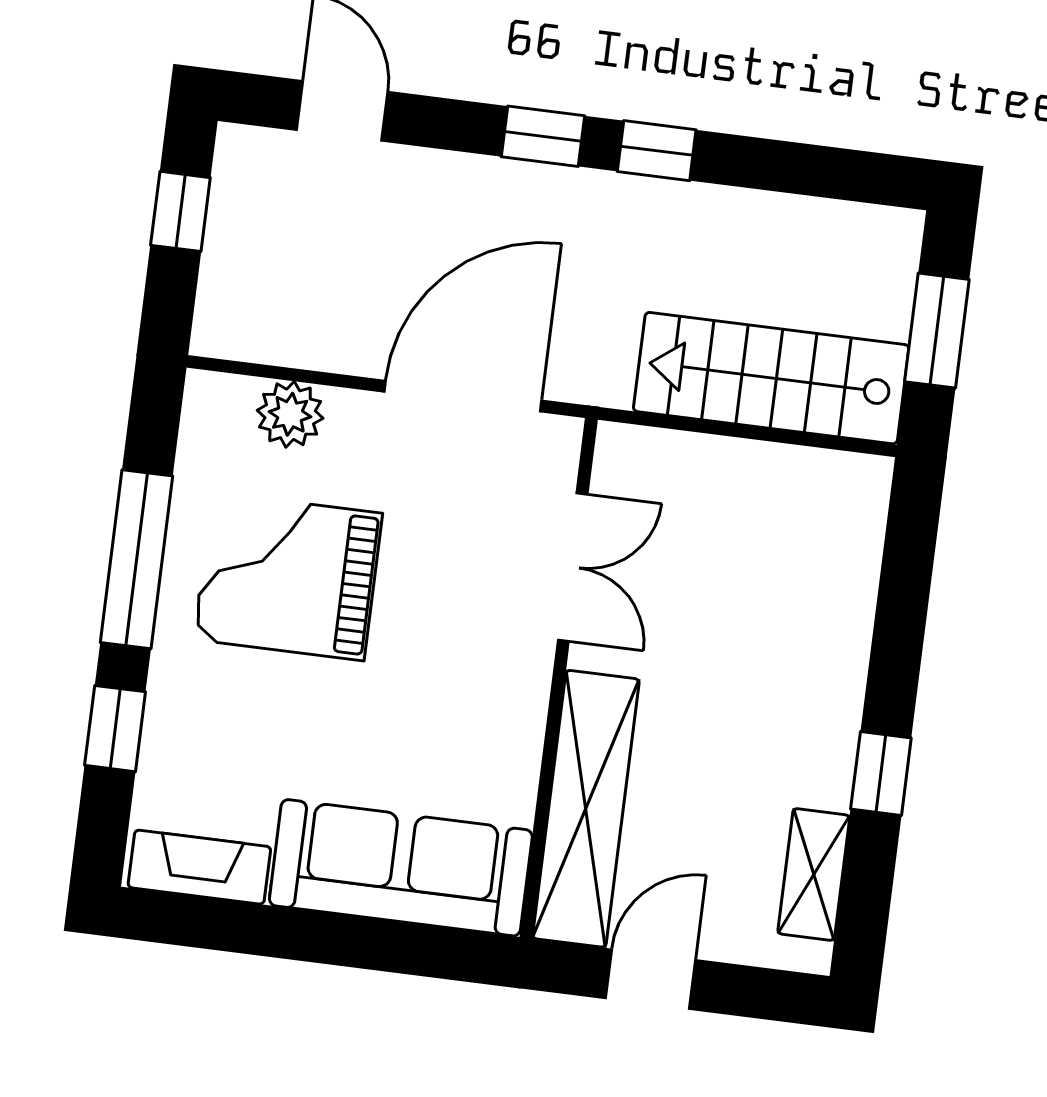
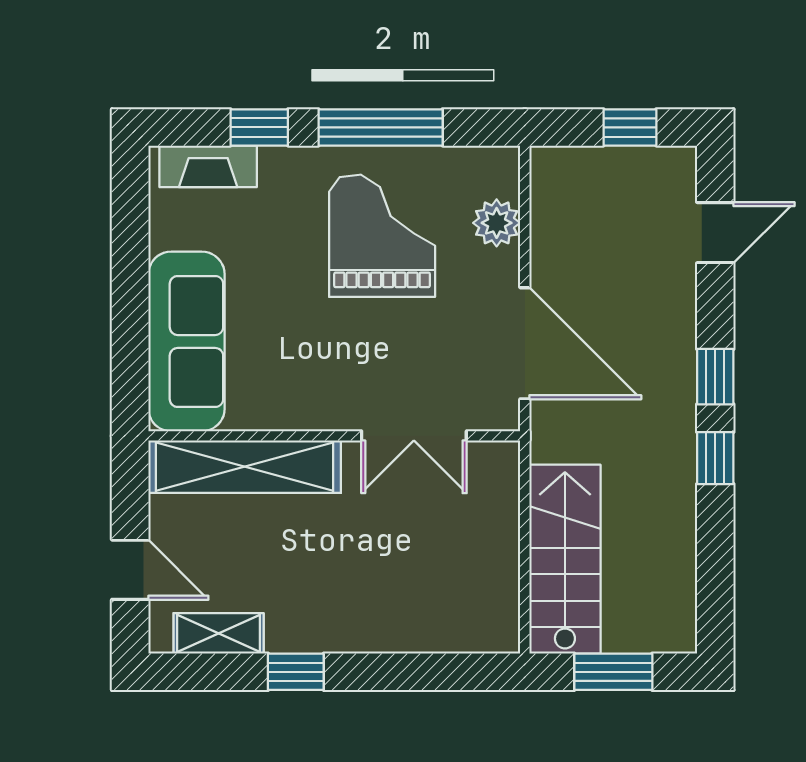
fireplace: (199, 867) -> (208, 166), moved, turned 90
door: (651, 979) -> (130, 570), moved

